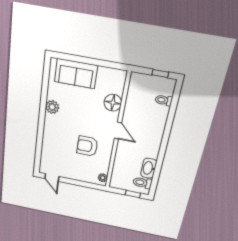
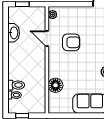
door: (118, 131) -> (47, 39), moved
toilet: (142, 183) -> (16, 85), moved

